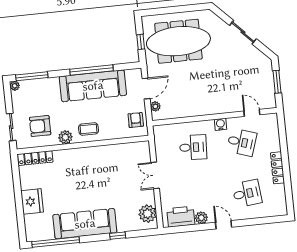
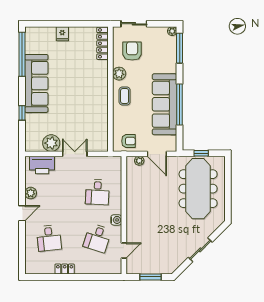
locker: (277, 168) -> (65, 269), width x0.66
fridge: (32, 201) -> (62, 34), width x0.53, depth x0.75
plant: (148, 214) -> (51, 143), moved
printer: (181, 217) -> (42, 165), moved, turned 90

